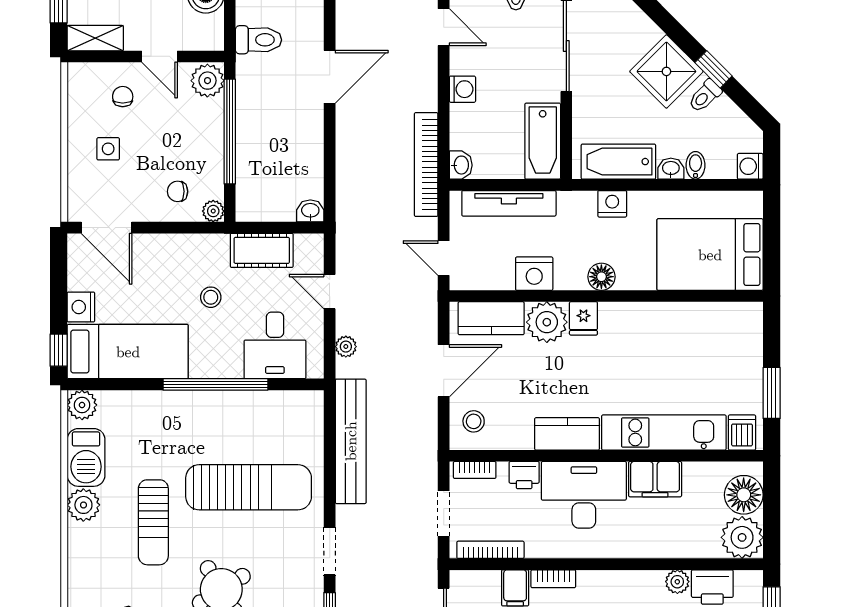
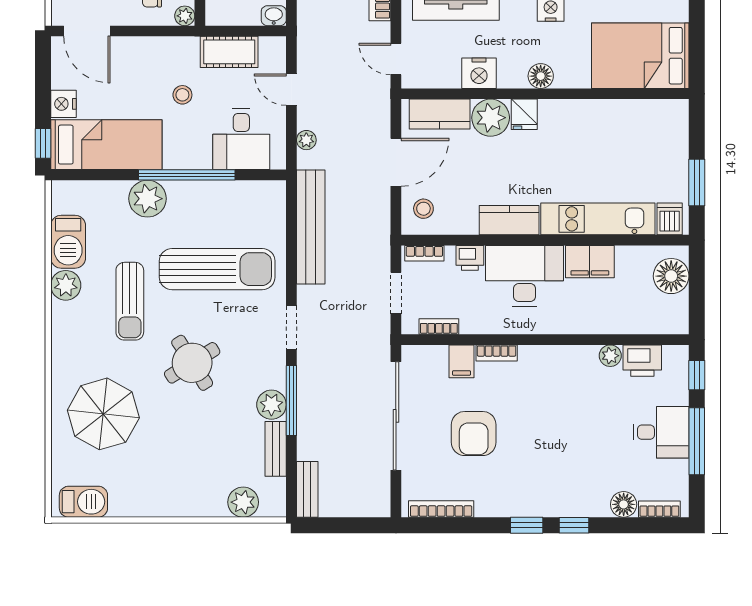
plant: (82, 405) -> (147, 199), moved, width x1.36, depth x1.36
plant: (742, 537) -> (670, 315), removed
bookcase: (490, 550) -> (439, 326), width x0.64

